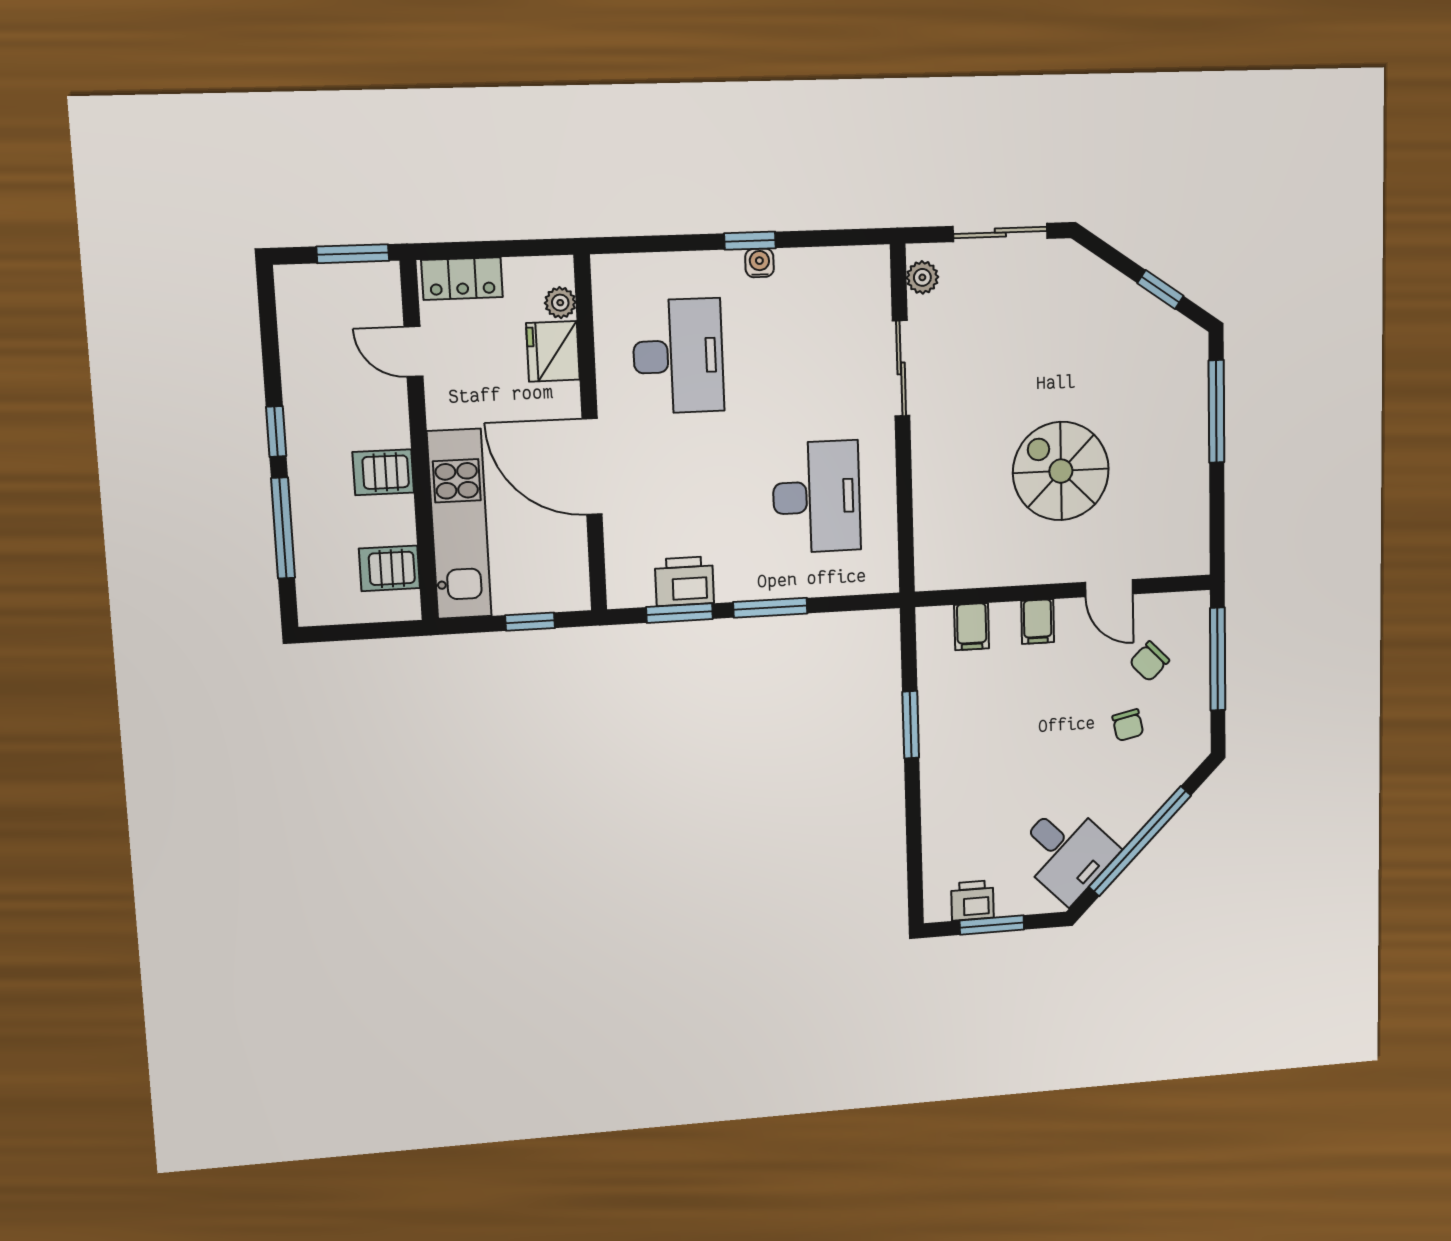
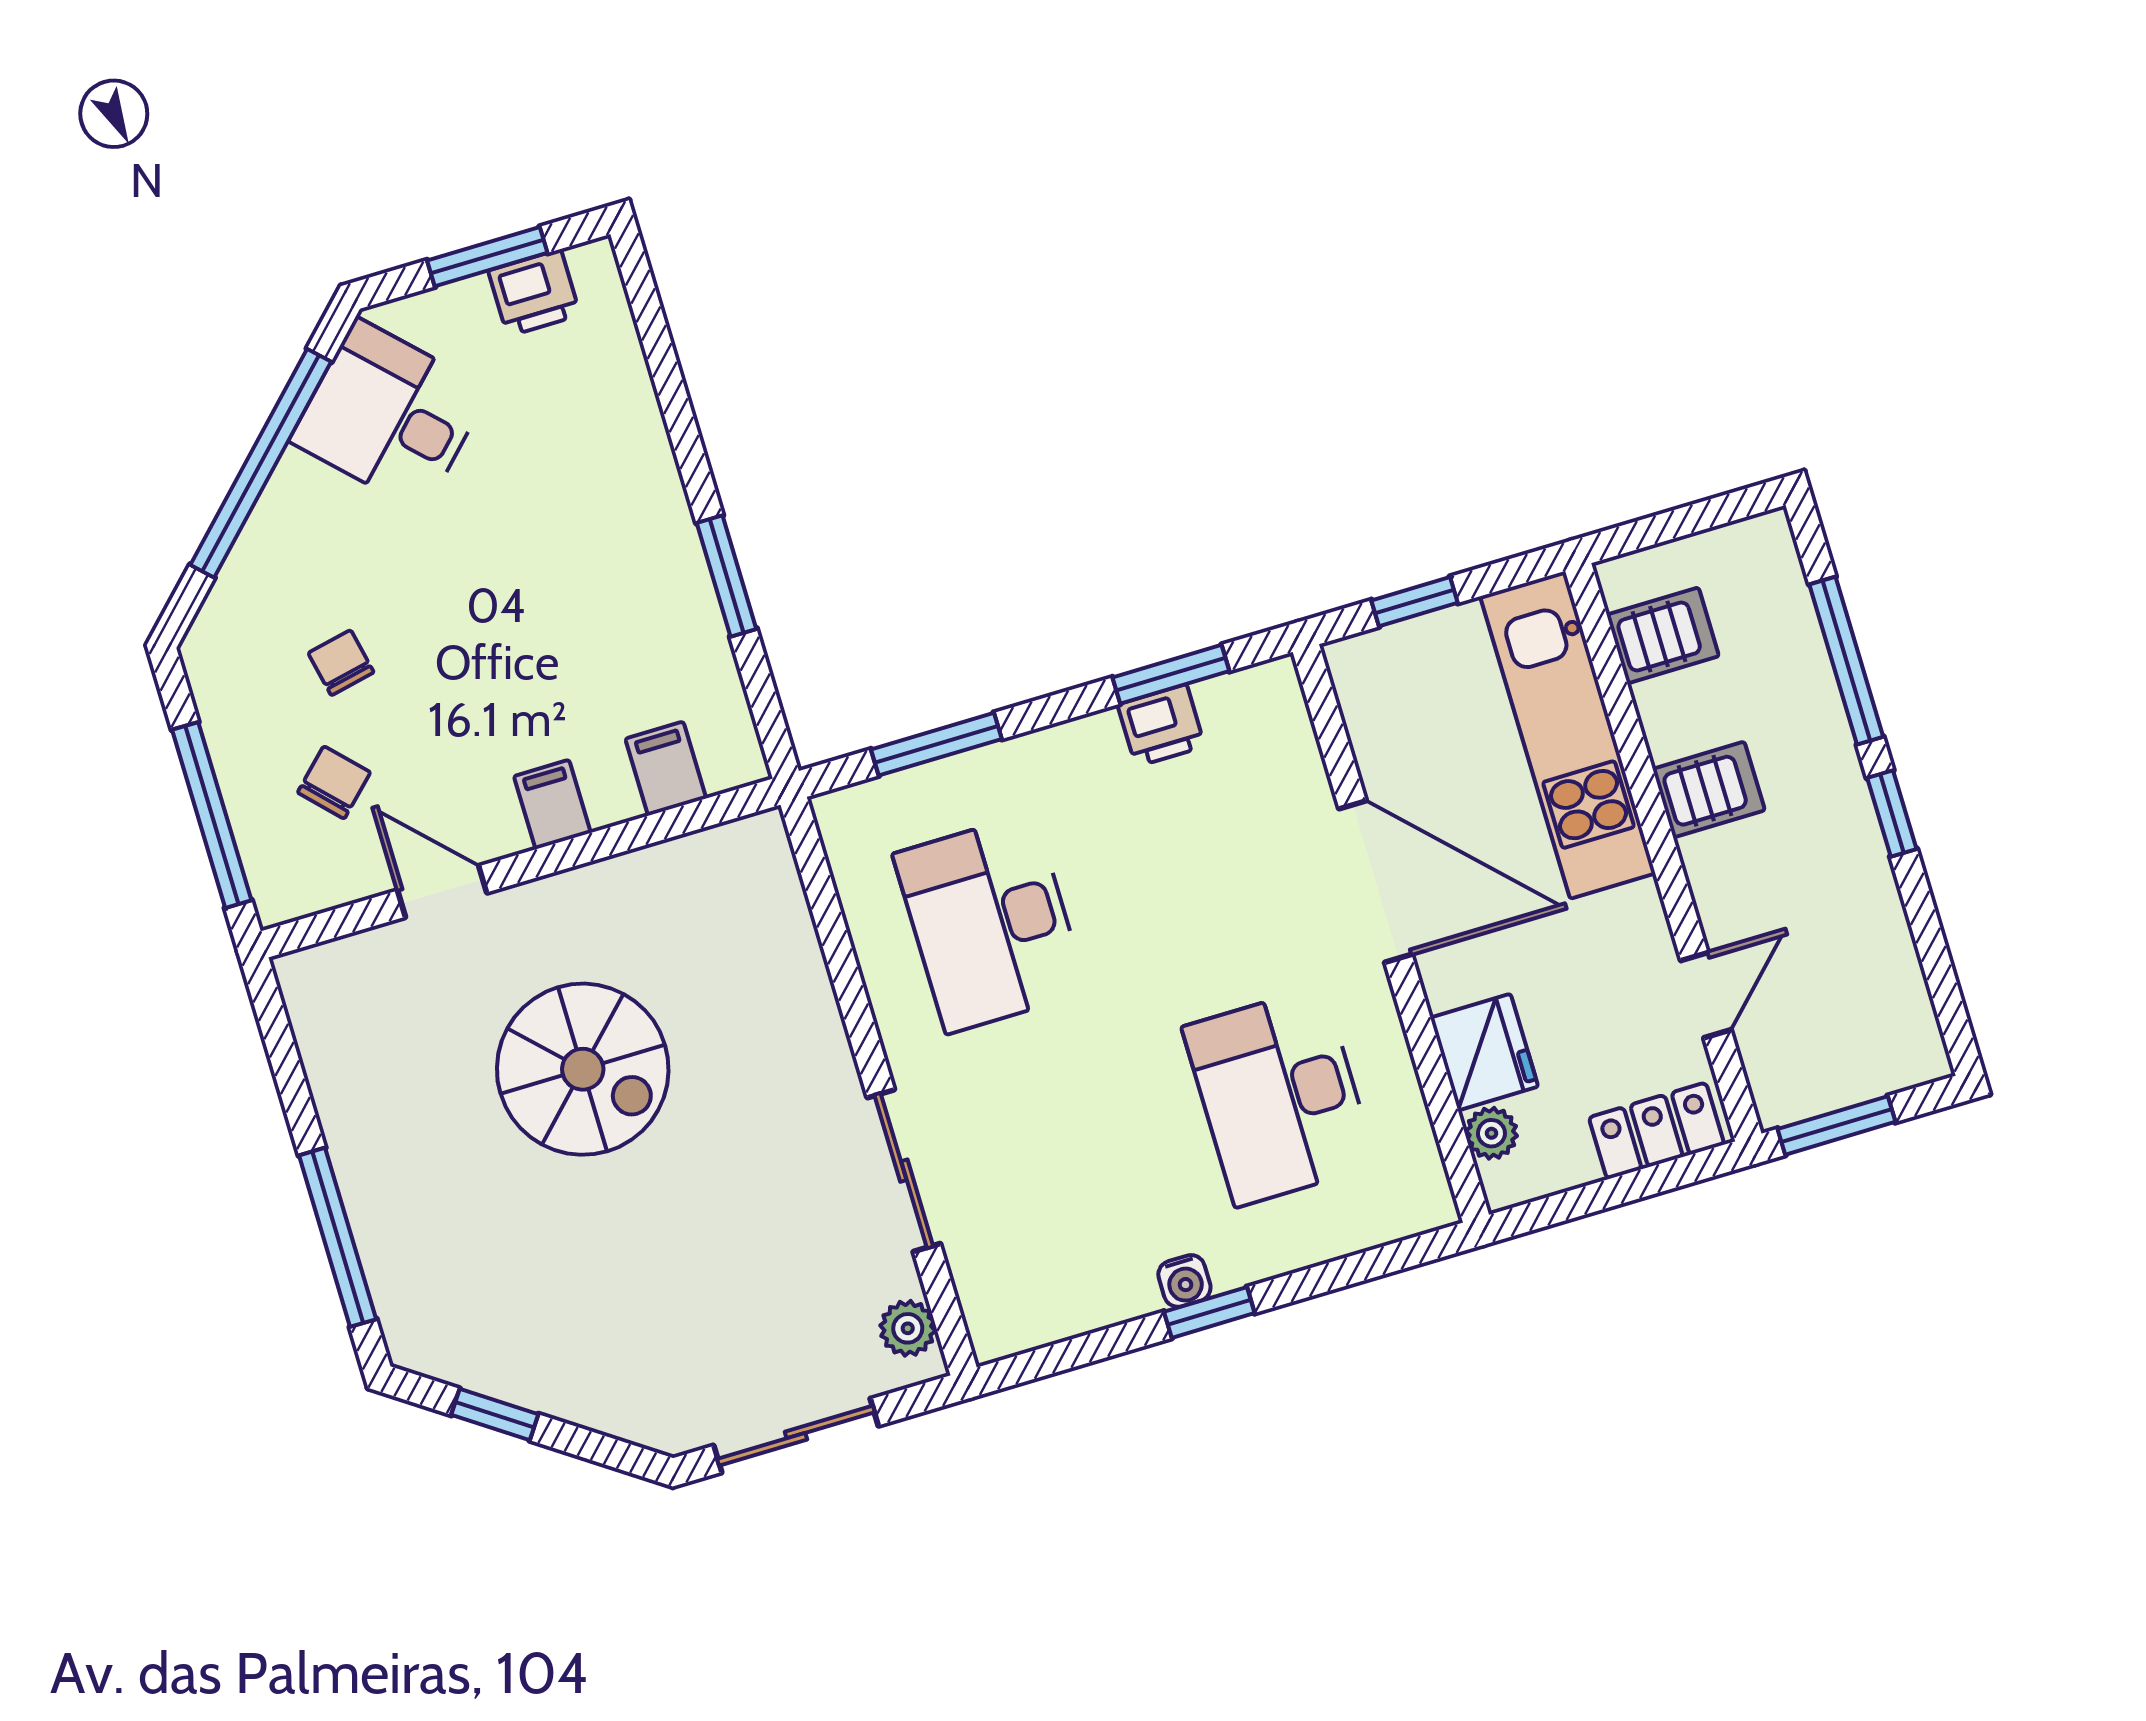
door: (413, 352) -> (1706, 995), hinge flipped
printer: (684, 581) -> (1161, 725), width x0.73, depth x0.81
window: (770, 608) -> (936, 744), moved

